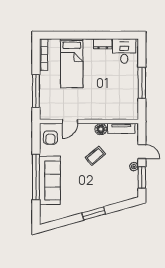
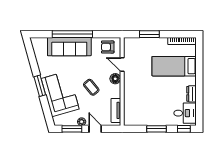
window: (142, 52) -> (184, 129), added
window: (142, 83) -> (156, 129), width x0.69
window: (36, 91) -> (149, 34), width x0.69
floor lamp: (101, 129) -> (115, 79), moved
door: (142, 152) -> (95, 129), swing flipped
corner sofa: (103, 191) -> (60, 94), added

